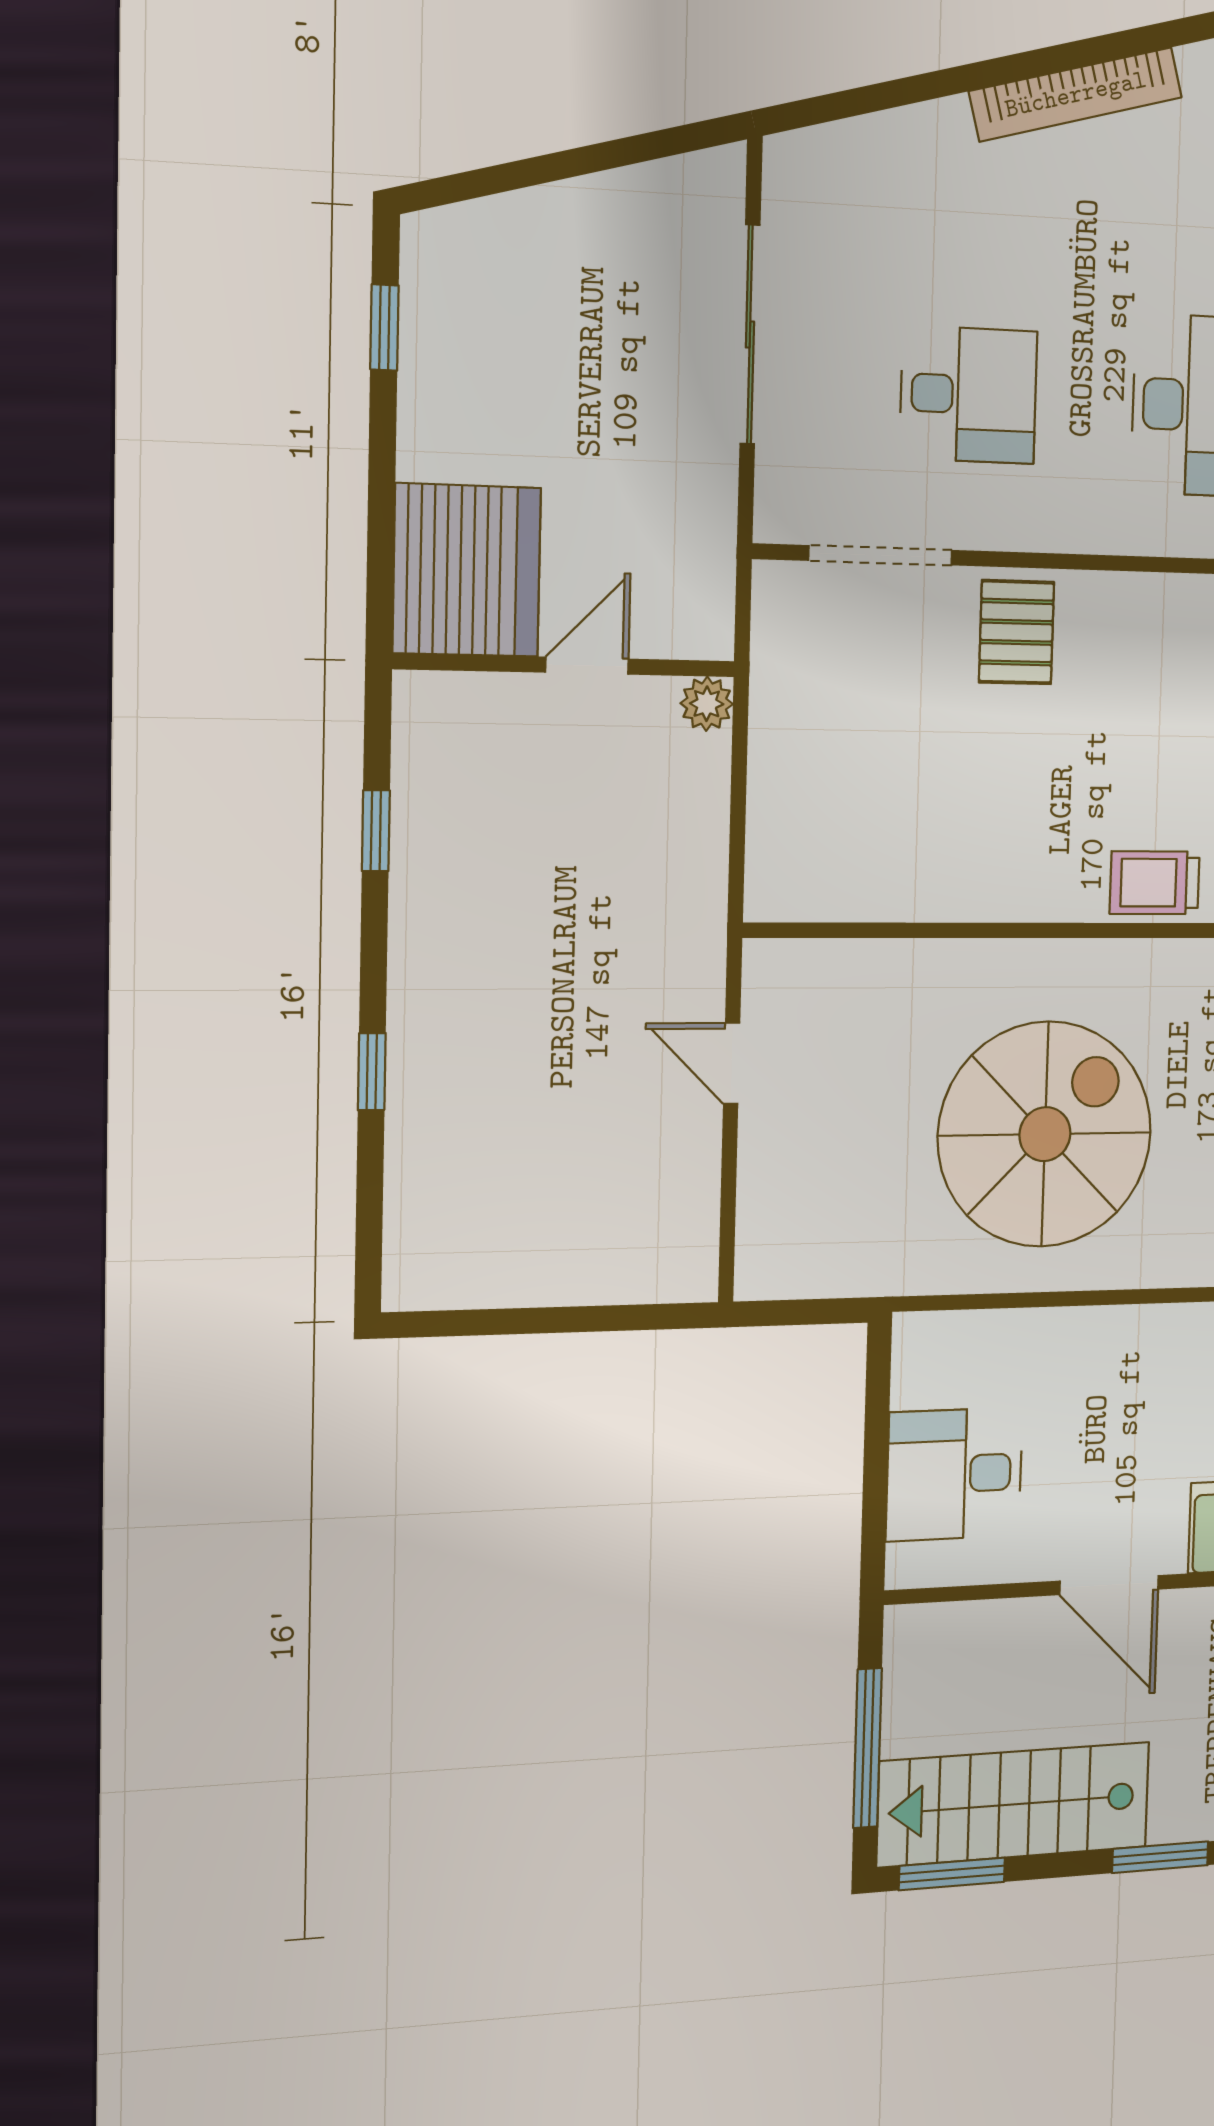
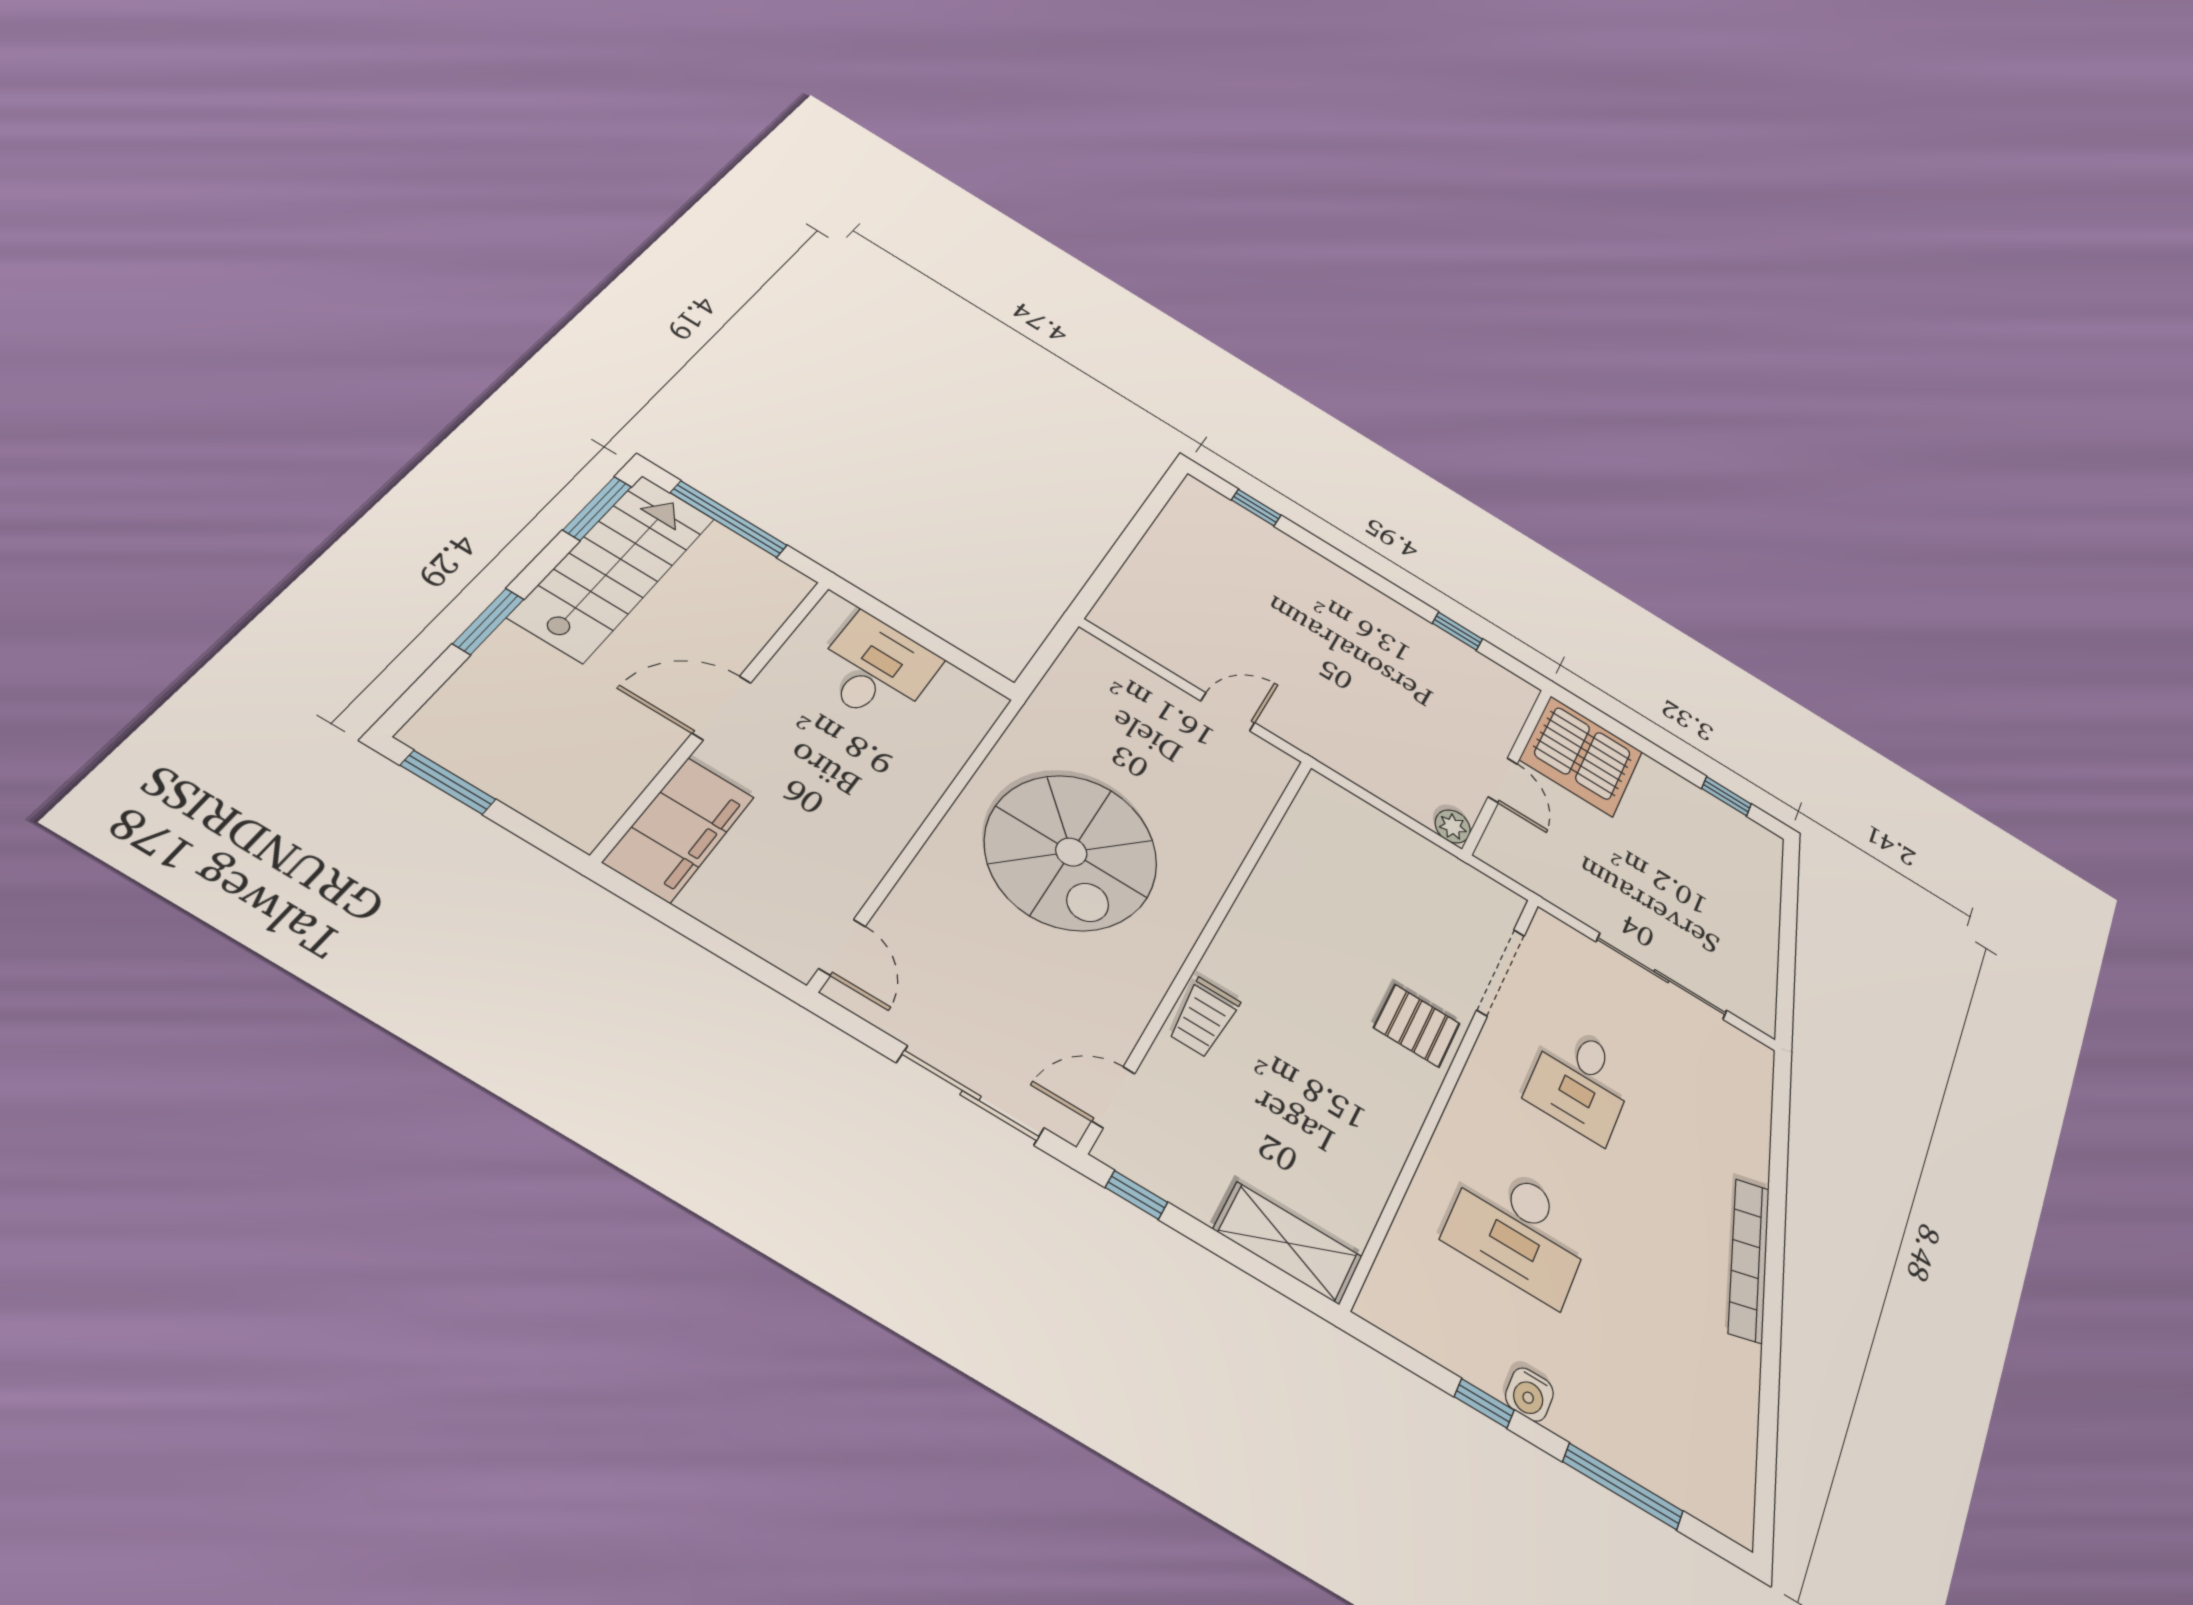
trolley: (1155, 883) -> (1204, 1018), turned 180
window: (372, 1072) -> (1256, 508), moved

